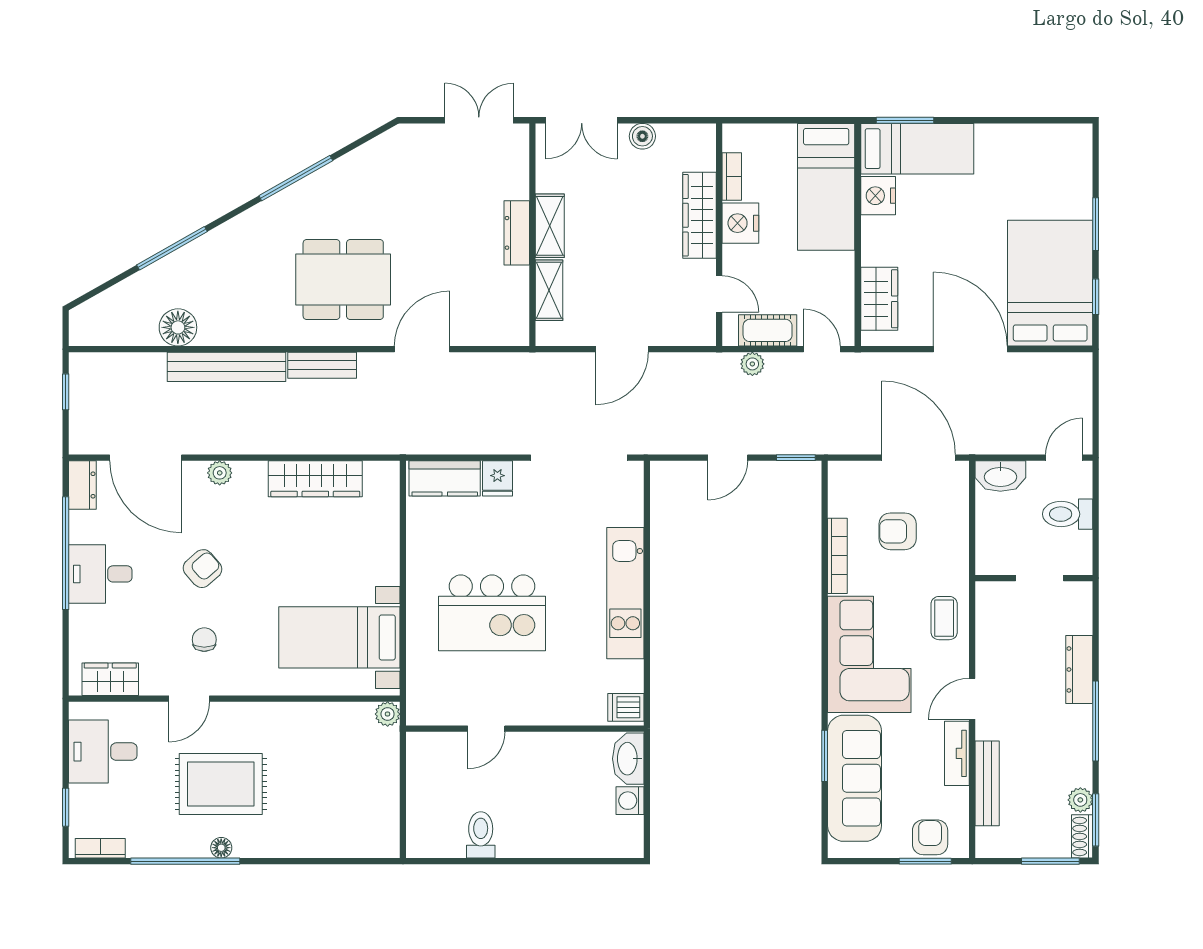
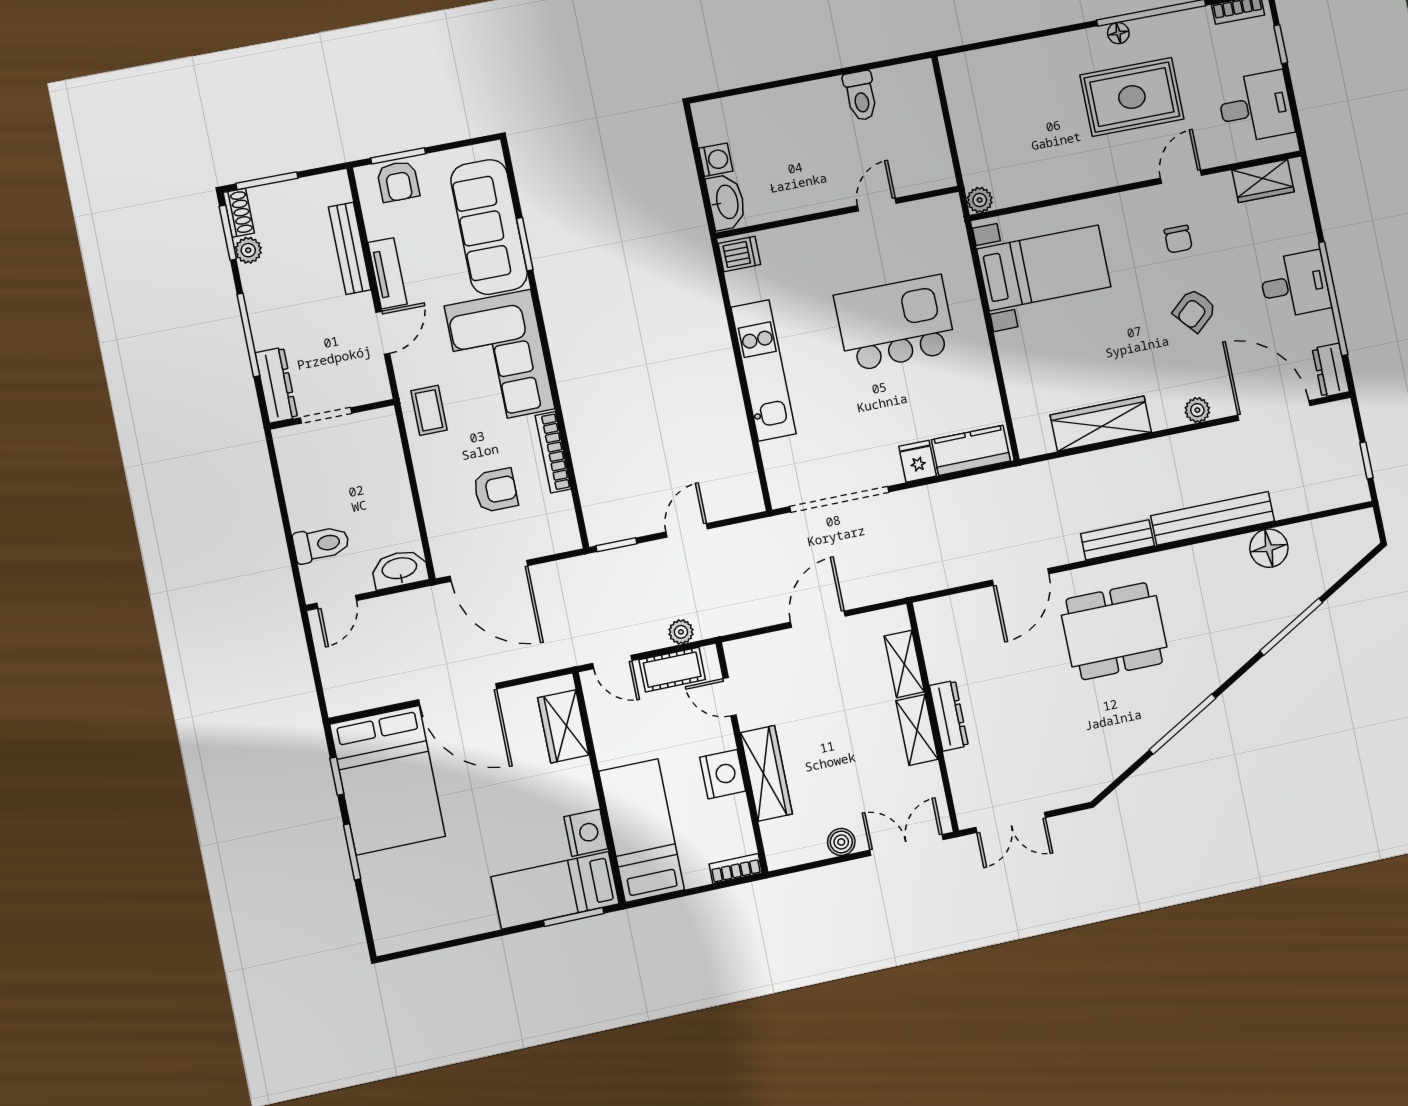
bookcase: (732, 177) -> (736, 868), moved, turned 90
wall: (1034, 578) -> (332, 414), moved
doorway: (1040, 578) -> (326, 415), moved

